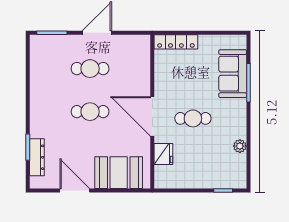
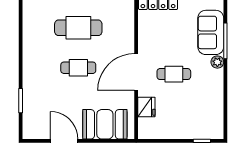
cafe table: (90, 69) -> (78, 28), width x1.37, depth x1.35
door: (152, 116) -> (136, 72), hinge flipped
plant: (240, 146) -> (217, 62), moved
dresser: (37, 157) -> (29, 110), removed

